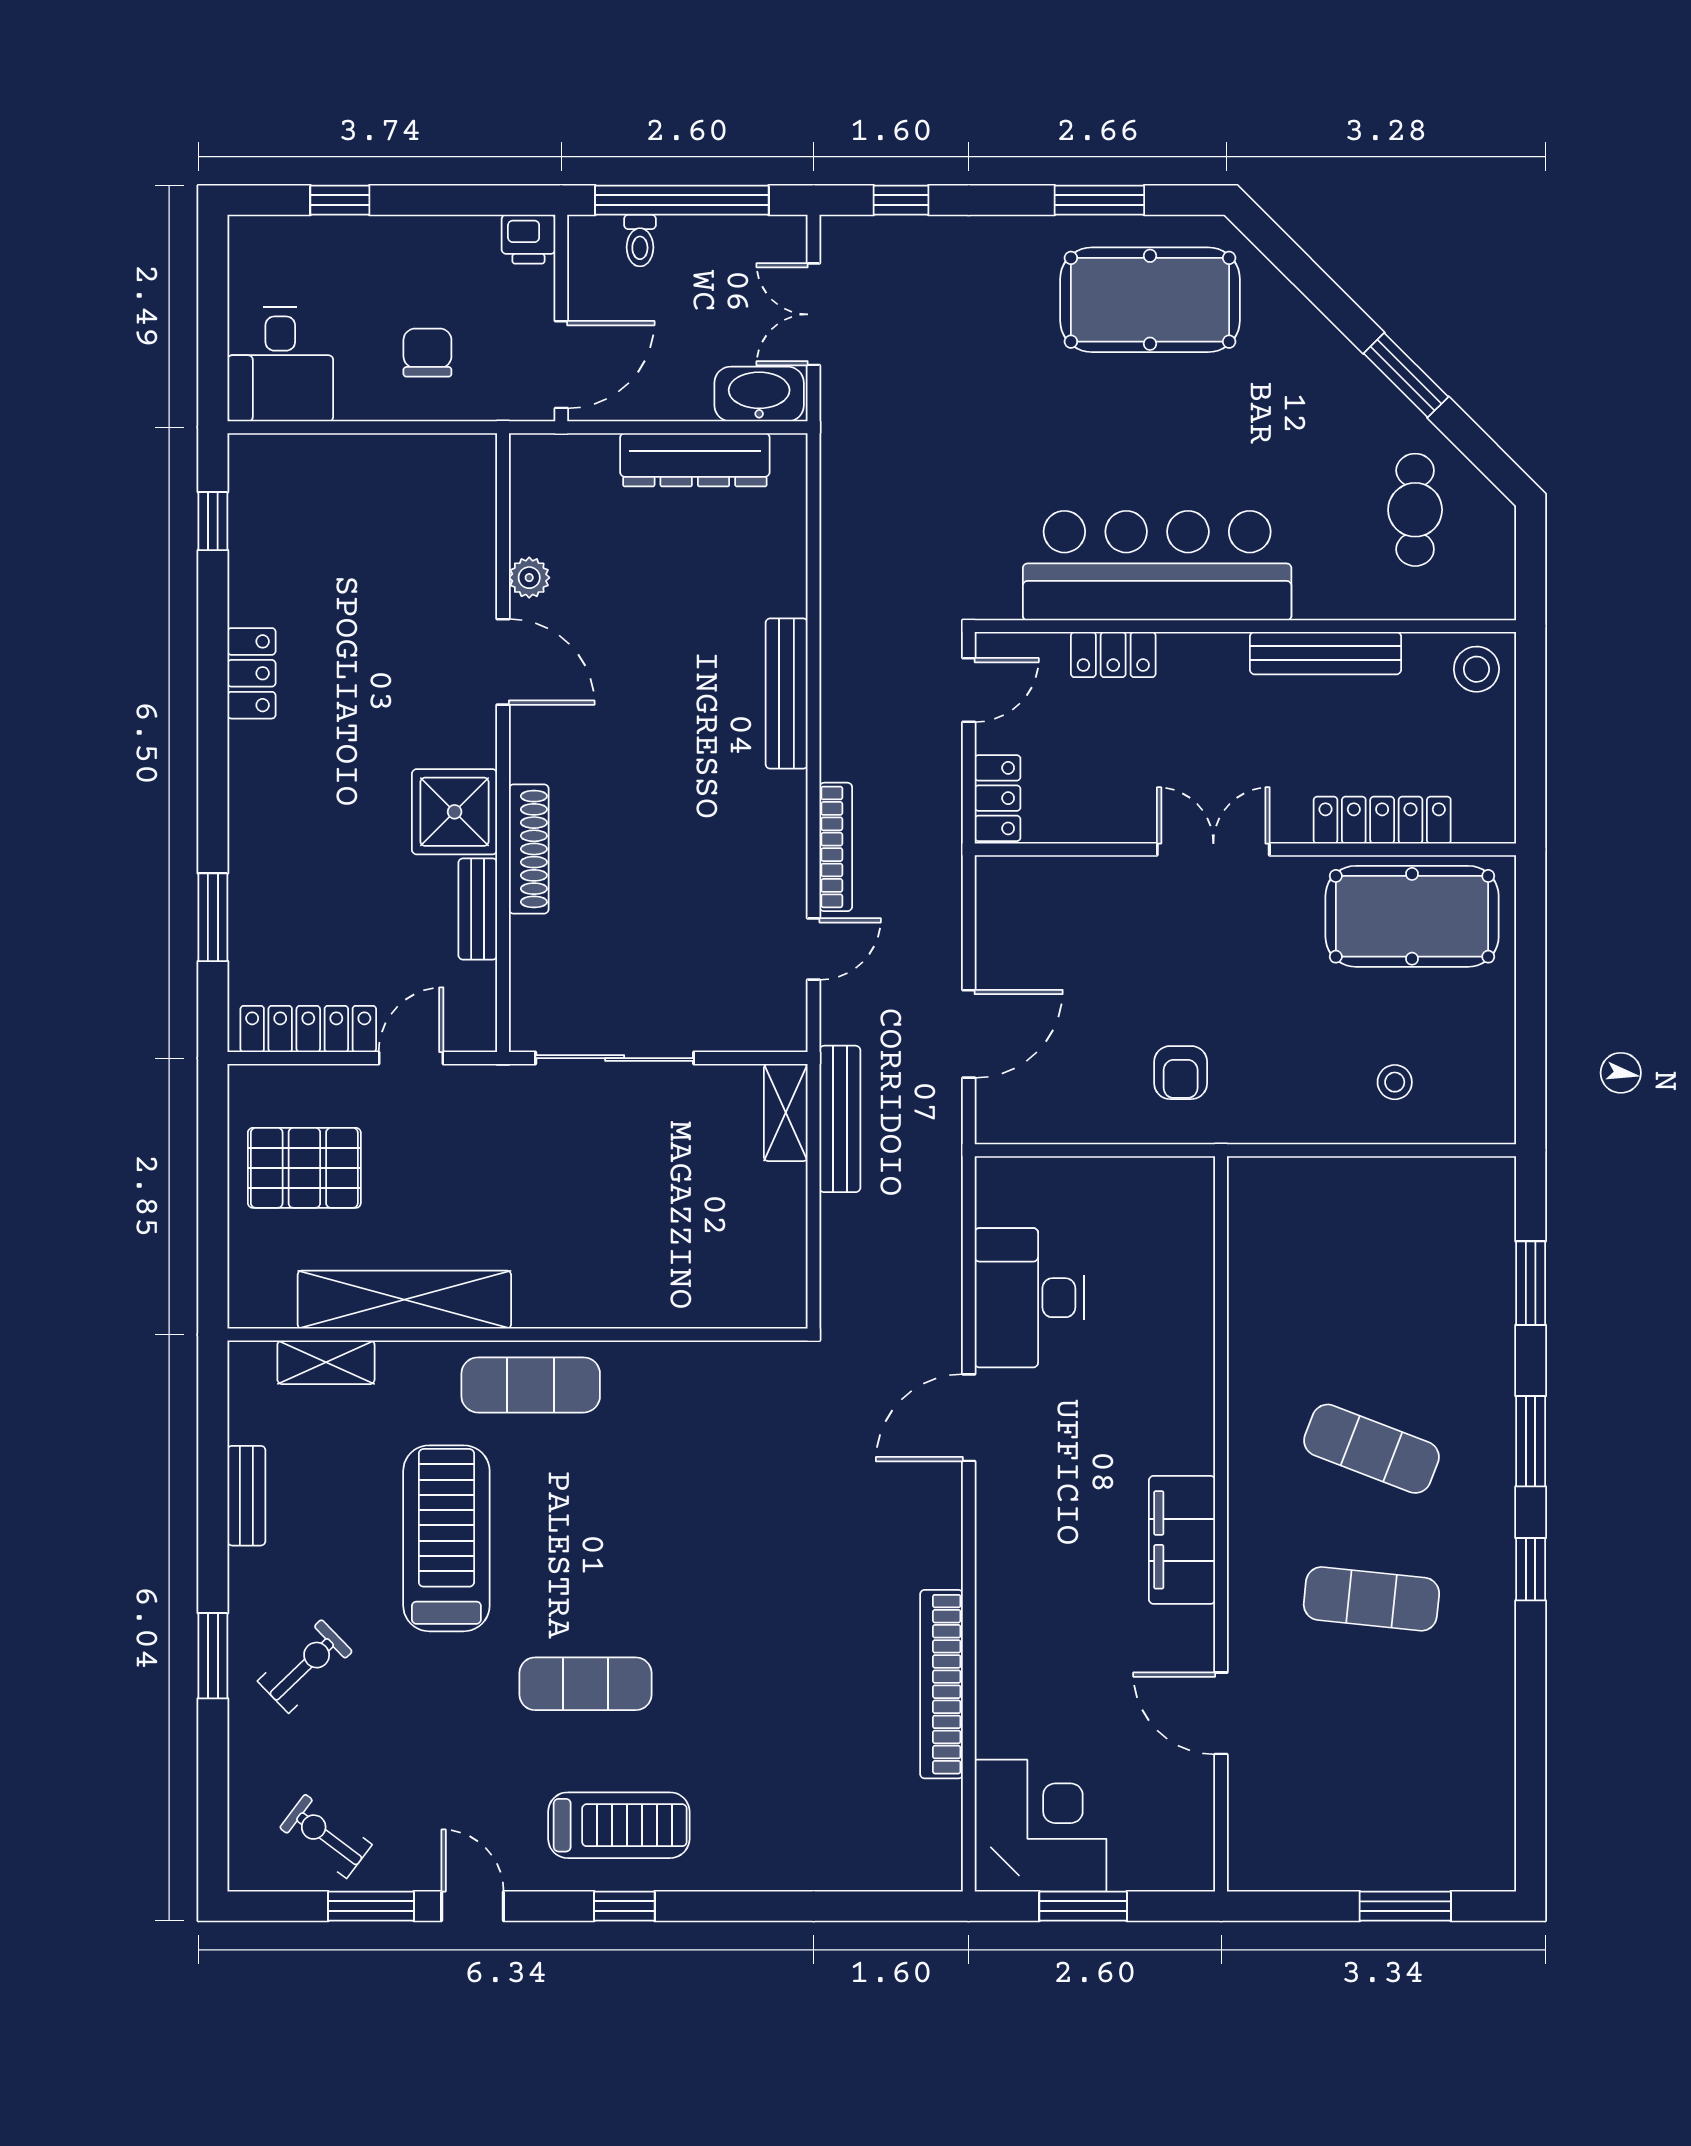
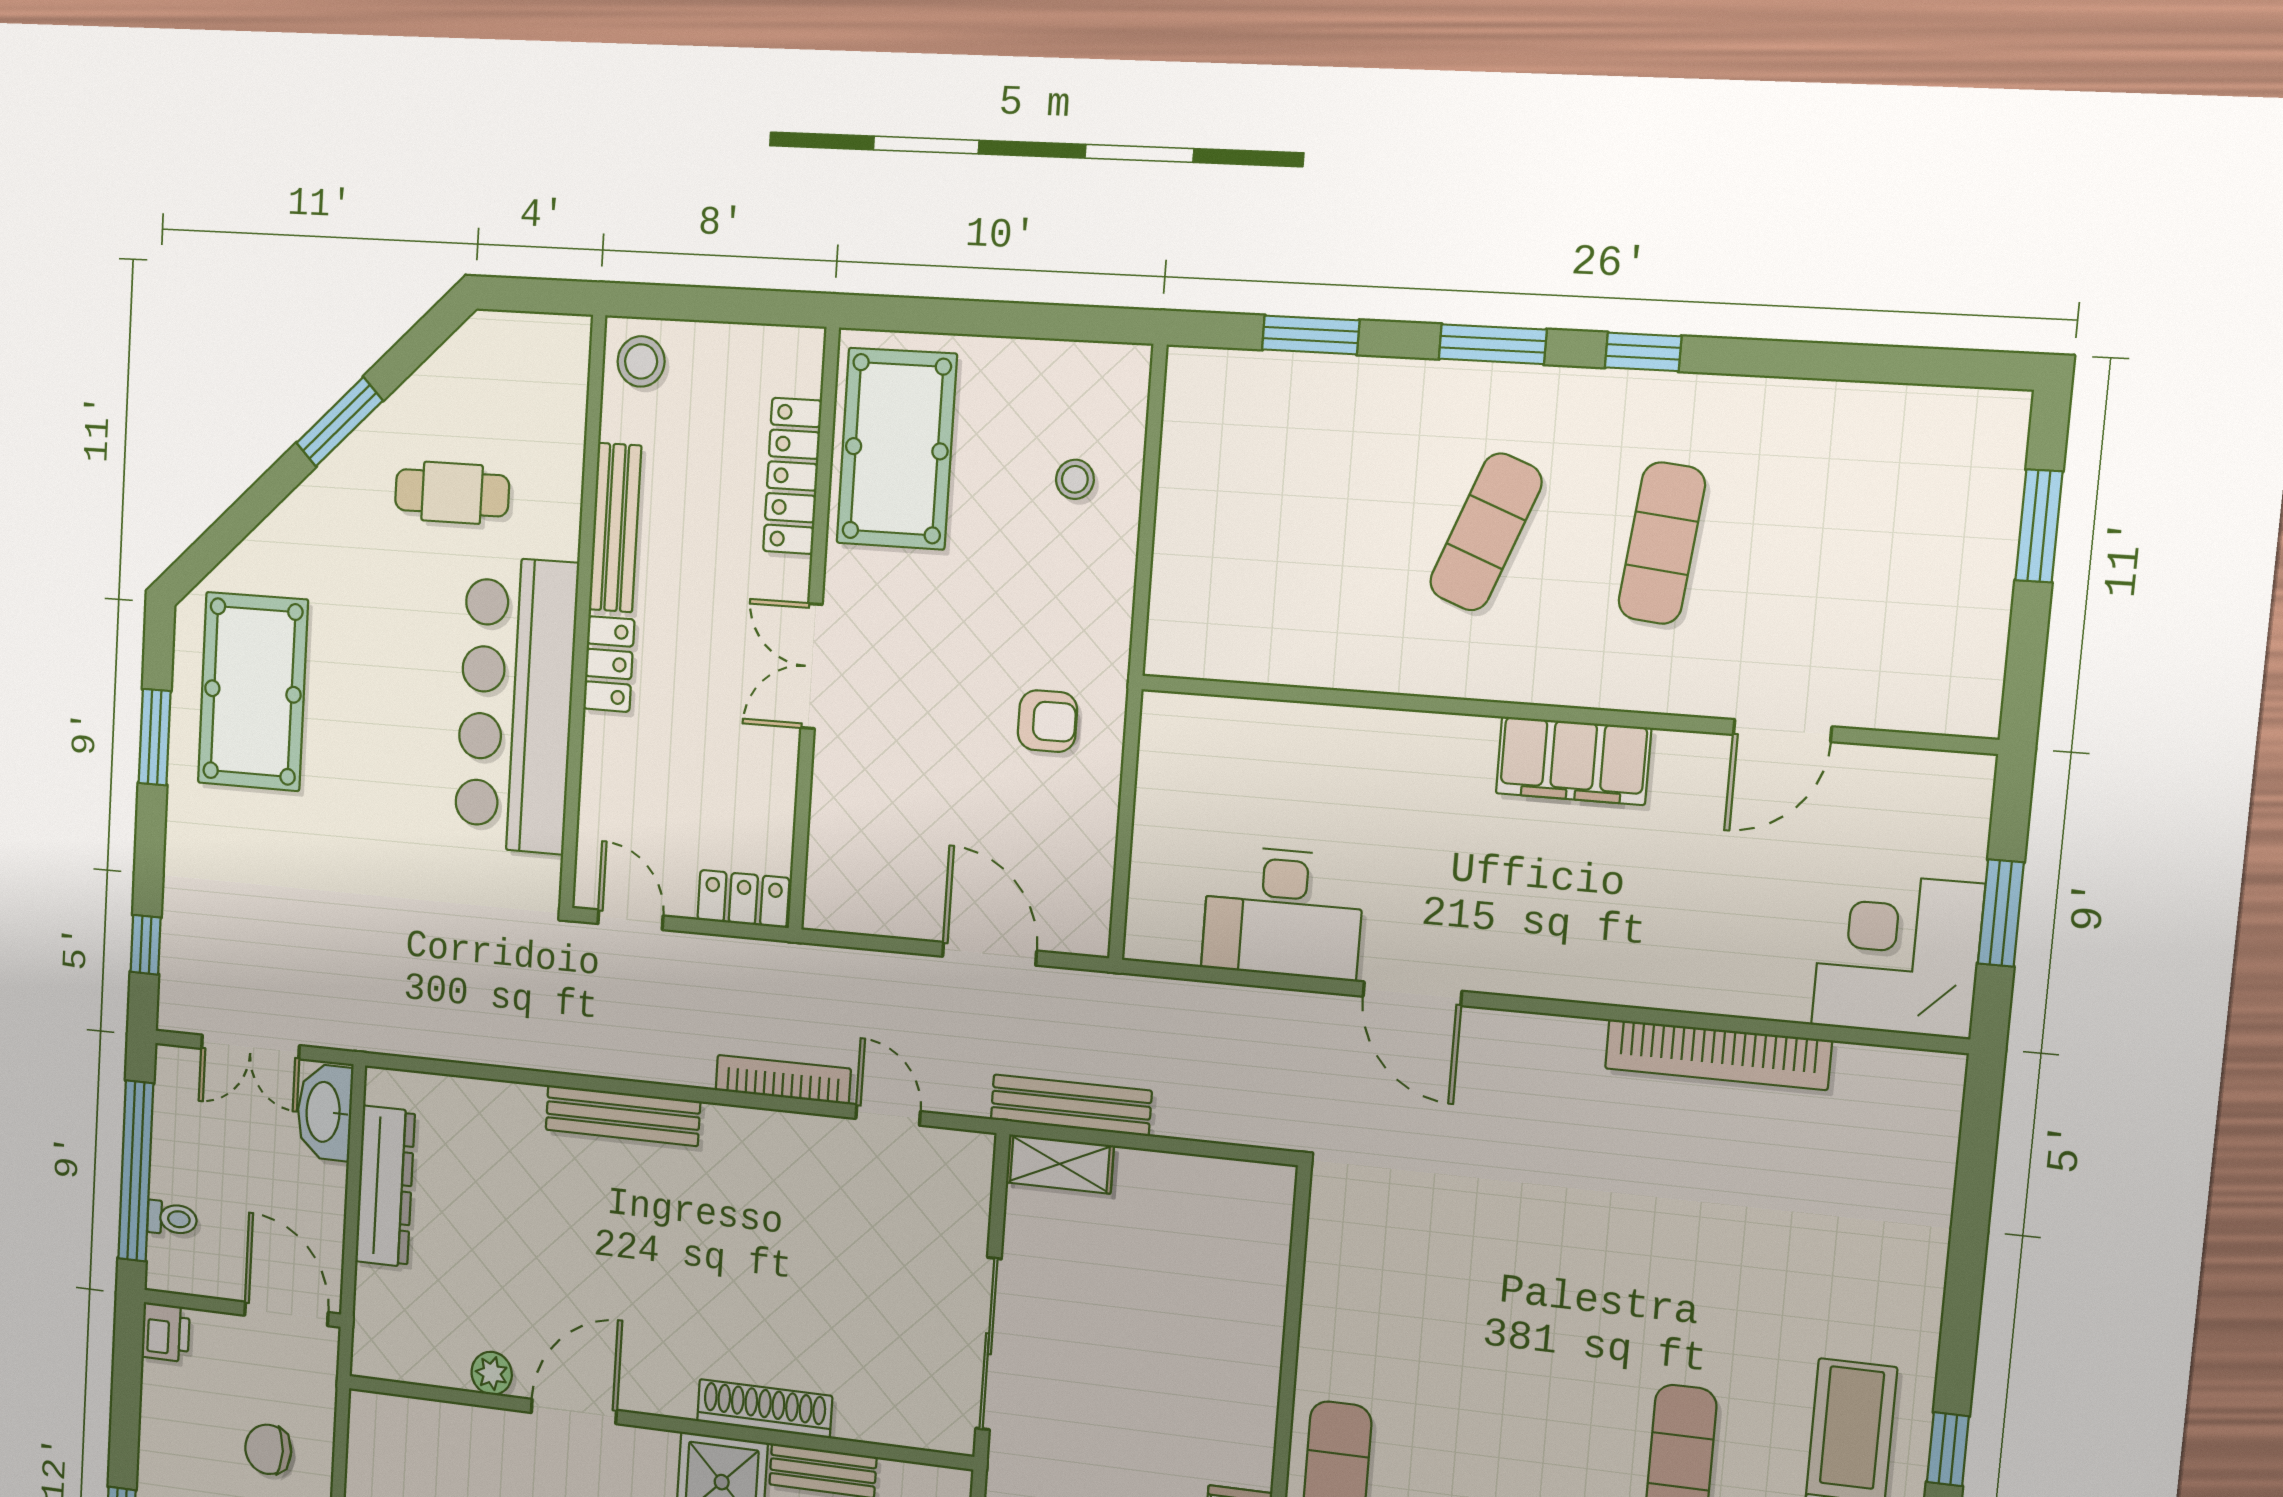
cafe table: (1415, 510) -> (452, 493), moved
locker: (1113, 655) -> (609, 664), moved

